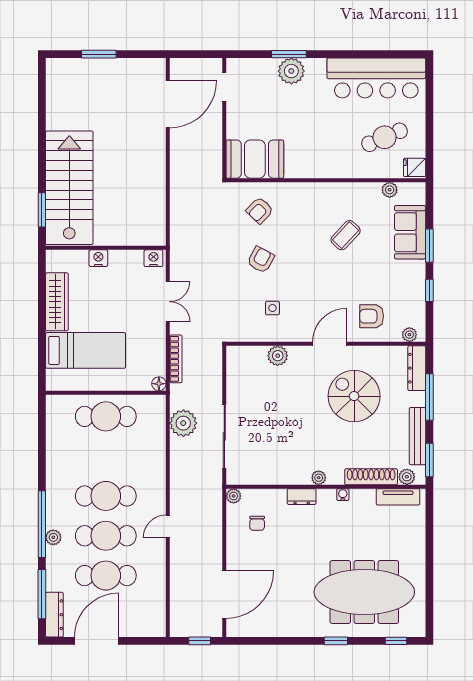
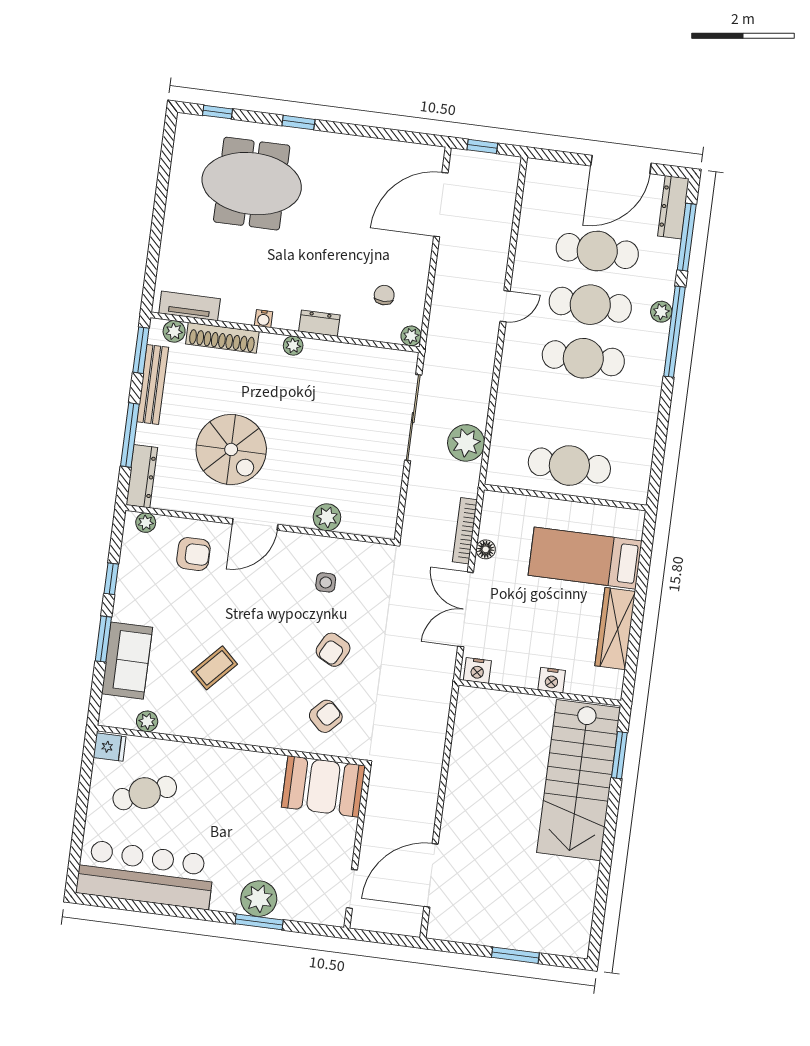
double door: (168, 302) -> (466, 609), width x1.37
floor lamp: (159, 384) -> (486, 549), moved
meeting table: (364, 592) -> (252, 184), width x0.73

